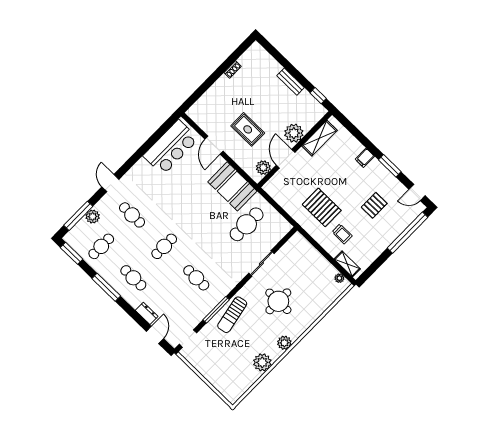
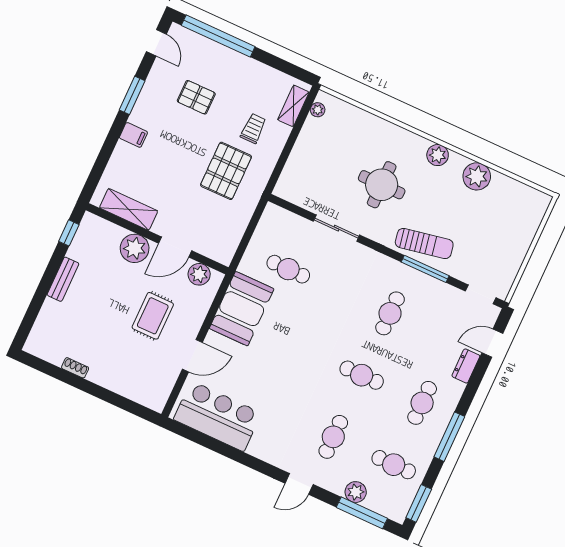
cafe table: (247, 224) -> (288, 269), width x0.73, depth x0.74

